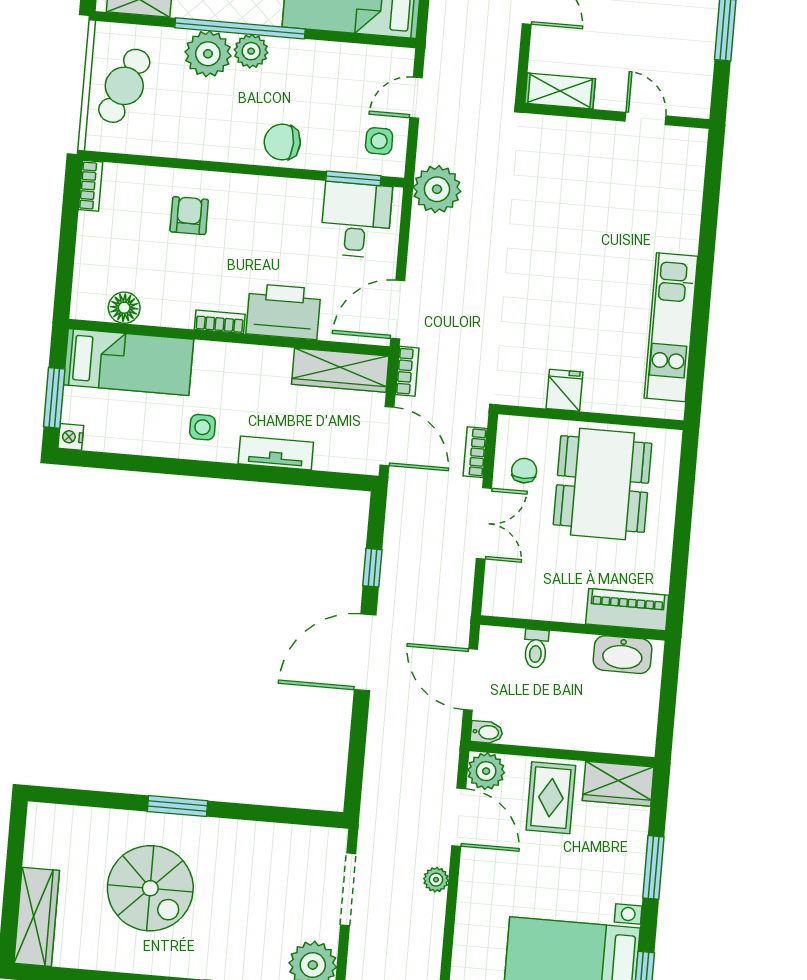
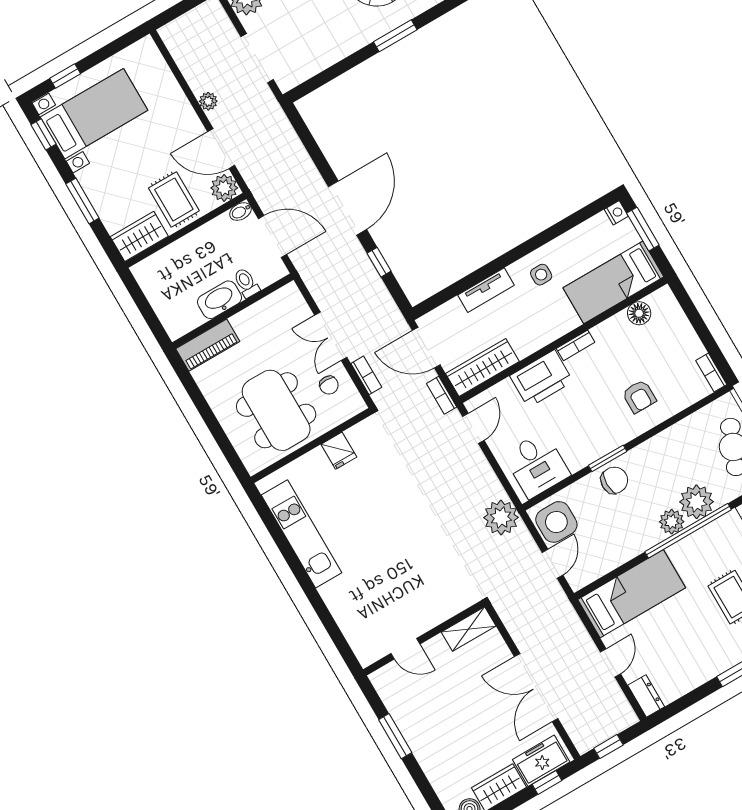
side table: (379, 141) -> (556, 522), width x1.87, depth x1.87
window: (353, 178) -> (608, 458), moved
door: (398, 310) -> (473, 428), width x0.73
washbasin: (623, 655) -> (220, 300), moved

